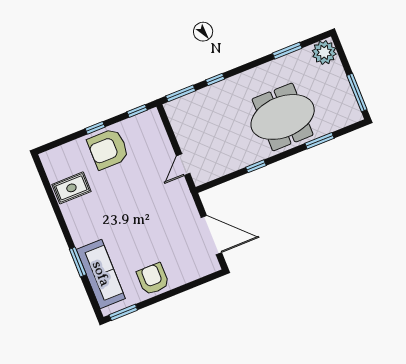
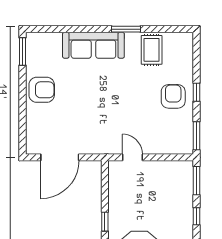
window: (137, 111) -> (197, 136), width x1.50
armchair: (108, 149) -> (173, 96), width x0.73, depth x0.73
window: (78, 262) -> (126, 29), moved
sofa: (101, 274) -> (93, 45), moved

